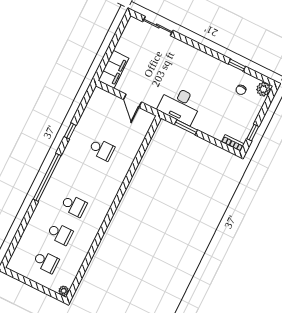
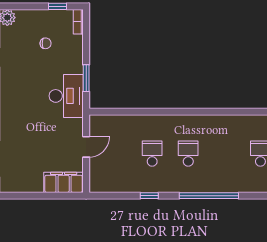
chair: (241, 90) -> (46, 43), moved
school desk: (74, 206) -> (188, 154), moved

